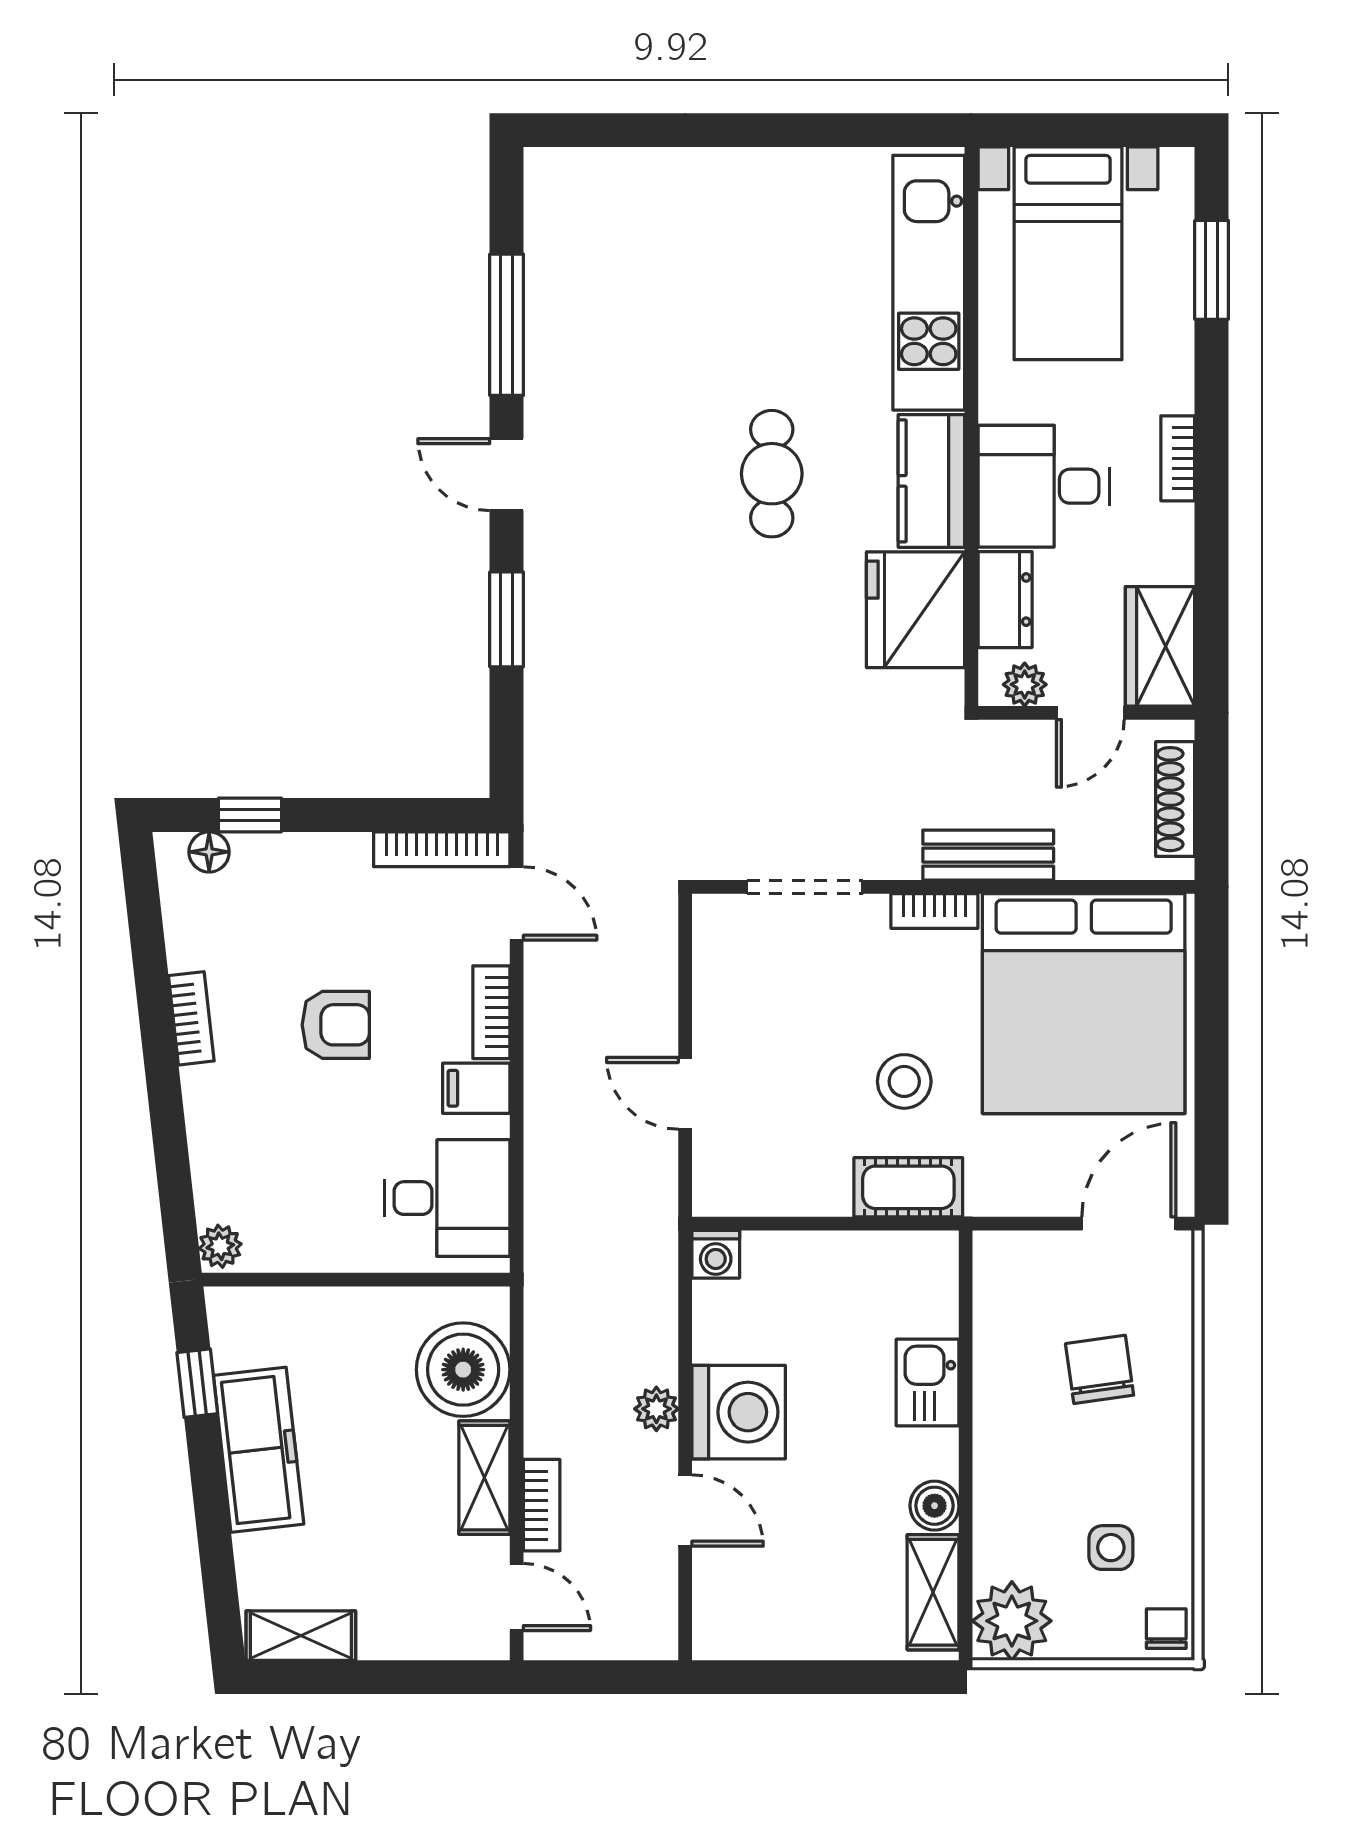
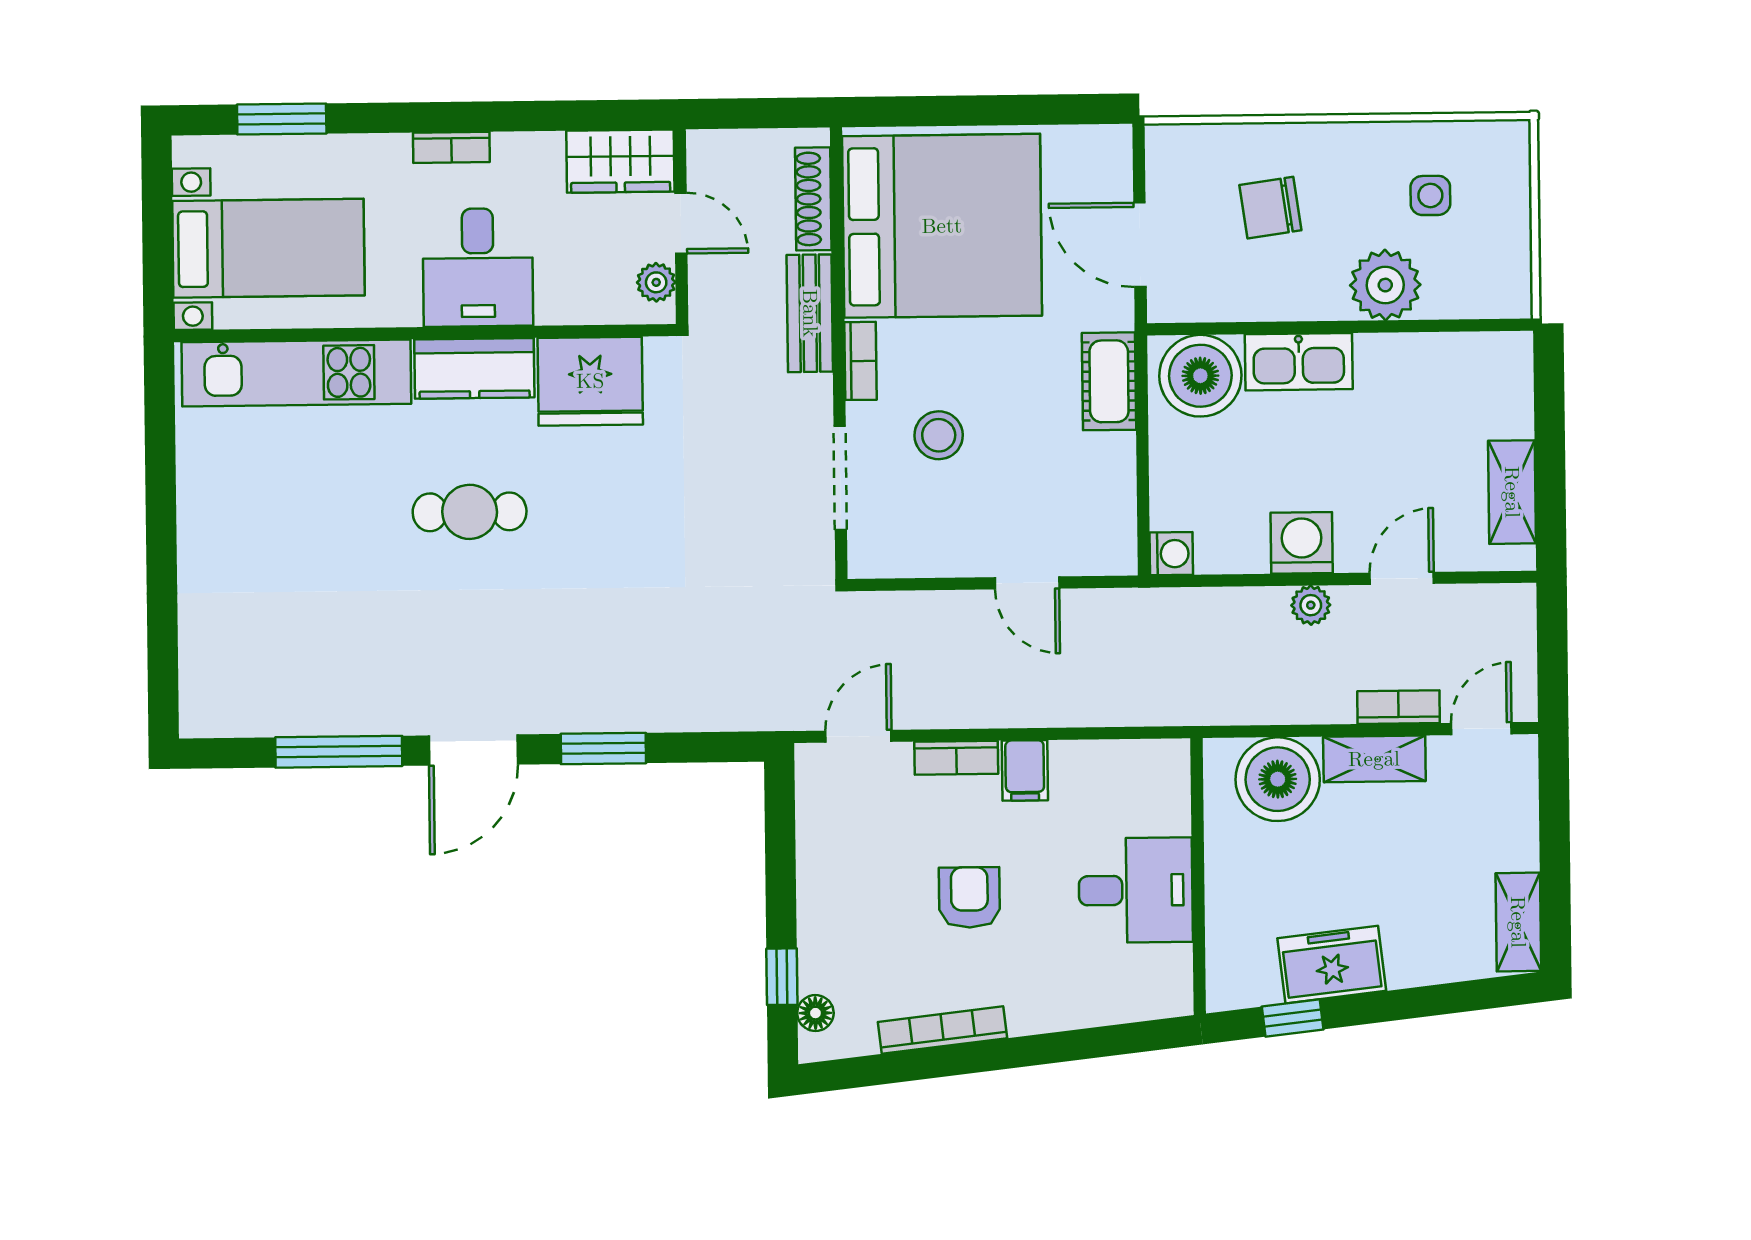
door: (507, 475) -> (473, 750), width x1.38
dresser: (1005, 600) -> (580, 301), removed
shoe rack: (1175, 799) -> (813, 199), moved, turned 90
bookcase: (442, 849) -> (811, 804), removed
bookcase: (191, 1018) -> (943, 1030), width x1.56
stool: (904, 1081) -> (939, 435), moved
door: (685, 1093) -> (1027, 583), hinge flipped
desk: (447, 1198) -> (1136, 890), moved, turned 90
door: (1129, 1224) -> (1140, 245), moved
plant: (220, 1246) -> (1170, 999), removed
kitchen sink: (928, 1383) -> (1299, 362), width x1.38
washing machine: (739, 1412) -> (1302, 543), width x0.73, depth x0.73
freezer: (259, 1450) -> (1332, 965), width x0.71
boiler: (934, 1506) -> (1200, 376), moved, width x1.86, depth x1.86
shelving: (933, 1592) -> (1512, 492), moved, turned 90
plant: (1012, 1621) -> (1385, 285), moved
chair: (1166, 1629) -> (1503, 145), removed

